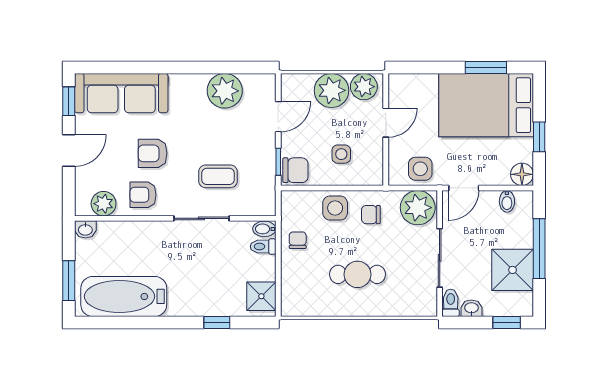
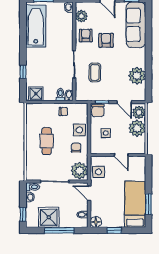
plant: (364, 87) -> (139, 112), moved
bed: (486, 105) -> (135, 204), width x0.67

